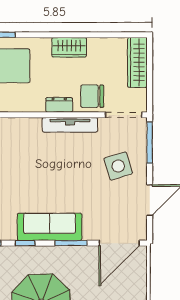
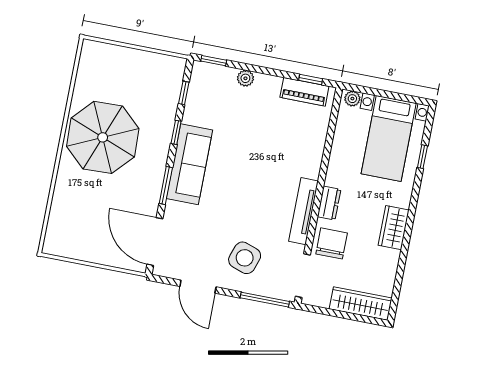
side table: (118, 166) -> (245, 258), turned 36

